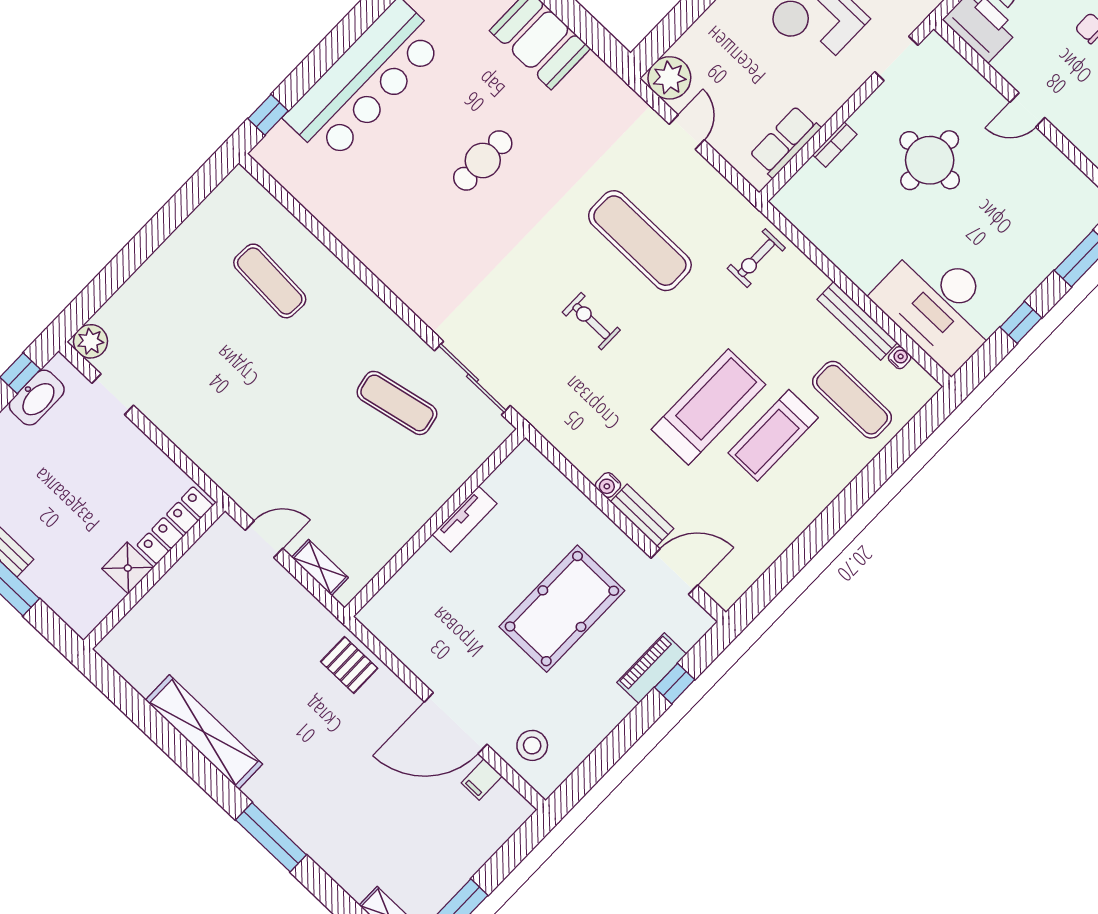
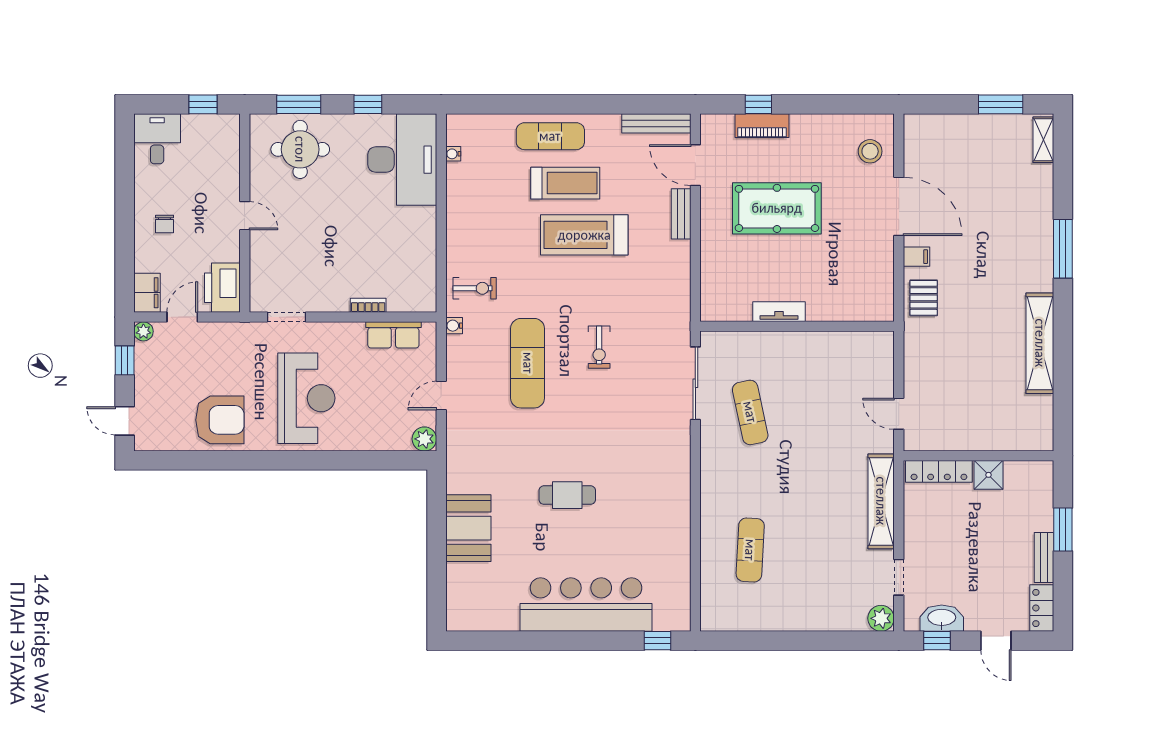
plant: (669, 78) -> (424, 439), width x0.73, depth x0.73
round table: (930, 160) -> (300, 149), moved
bench: (857, 321) -> (656, 123), moved, turned 90
exercise mat: (852, 400) -> (550, 136), moved, turned 90
water cooler: (608, 485) -> (454, 326), moved, turned 180
shelving: (320, 567) -> (881, 501), moved, width x2.20, depth x1.33
filing cabinet: (482, 779) -> (916, 257), moved

